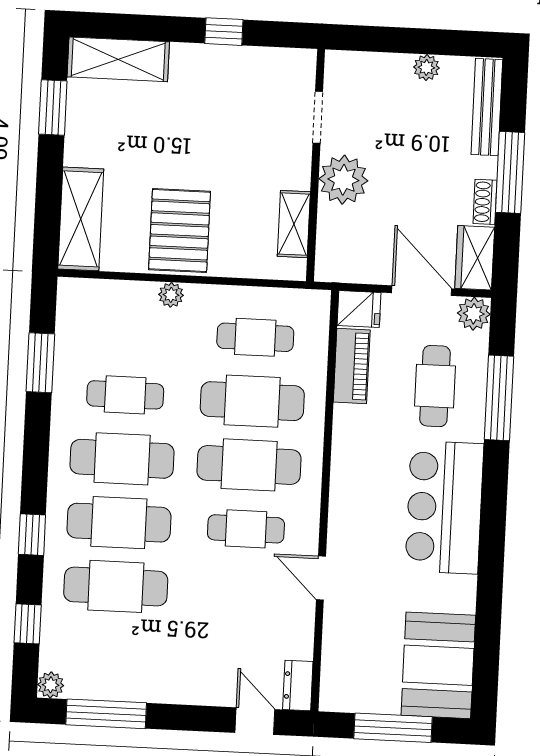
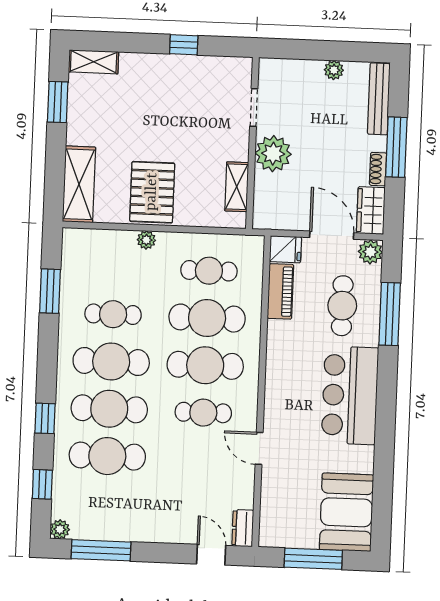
shelving: (118, 59) -> (94, 62), width x0.67, depth x0.75

